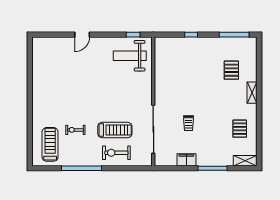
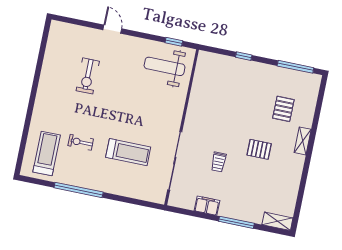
door: (82, 35) -> (112, 29), swing flipped
pallet: (240, 129) -> (259, 149), moved, turned 90
exercise bike: (116, 153) -> (88, 76), moved, turned -90

